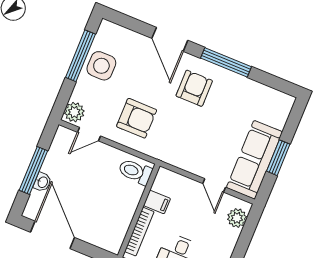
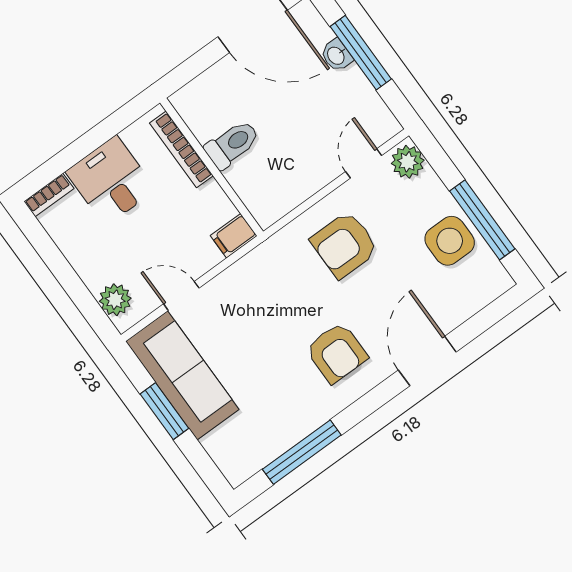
door: (170, 39) -> (427, 361), hinge flipped
window: (226, 62) -> (302, 452), moved
toilet: (135, 172) -> (232, 144), moved
filing cabinet: (157, 202) -> (234, 236), moved

